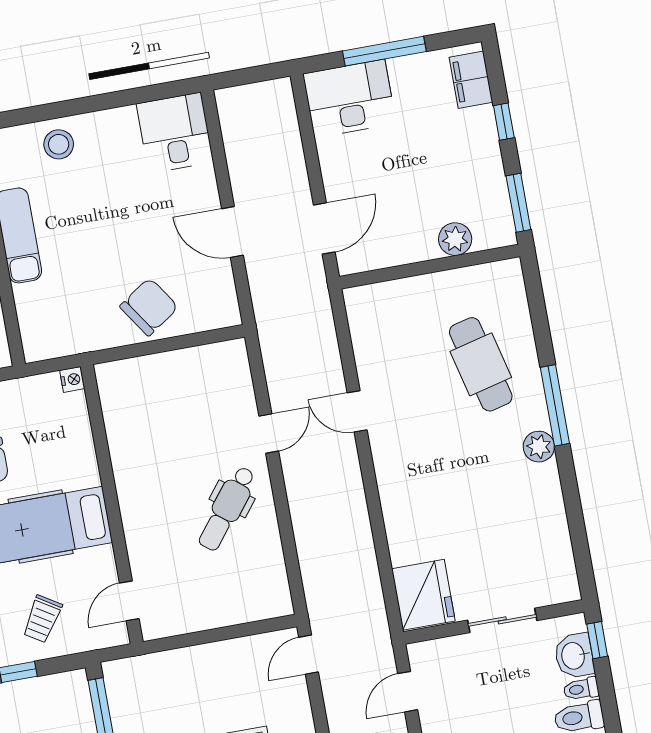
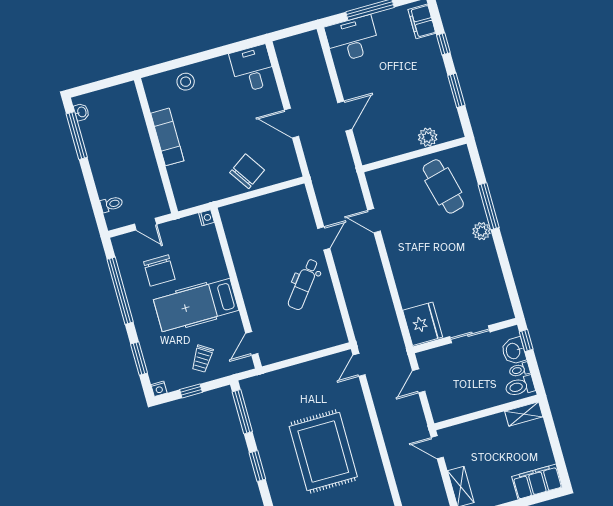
plant: (455, 239) -> (428, 137), moved
wall: (430, 267) -> (414, 155), moved

